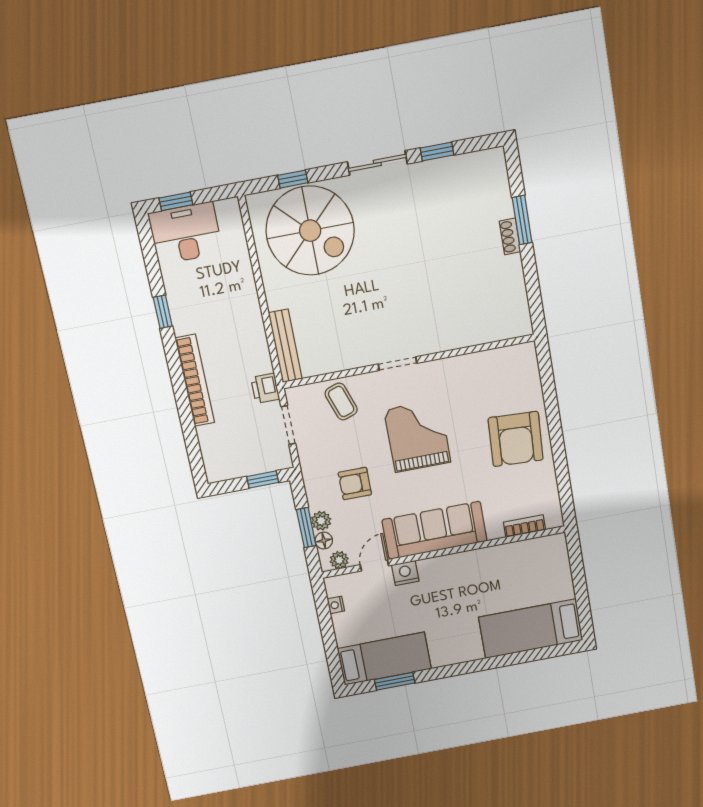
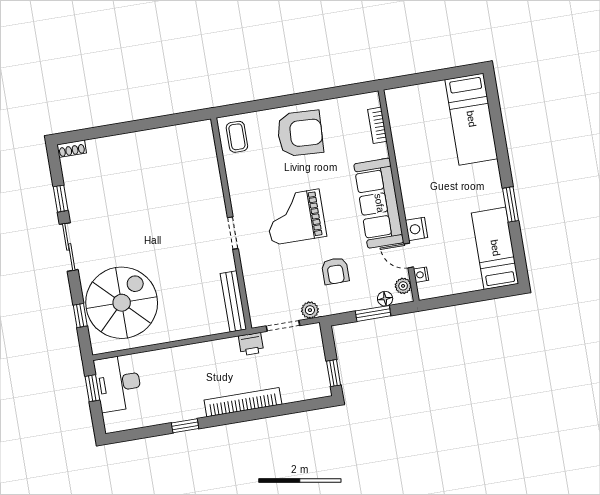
window: (176, 201) -> (92, 388), moved
window: (522, 220) -> (117, 129), removed
desk: (186, 233) -> (118, 383), moved
shoe rack: (510, 236) -> (72, 149), moved
bench: (285, 346) -> (233, 301), moved, turned 90
coffee table: (341, 402) -> (237, 137), moved, turned -71
window: (263, 480) -> (334, 373), moved
plant: (321, 521) -> (310, 310), moved
nightstand: (336, 605) -> (421, 275), moved, turned 90
window: (395, 681) -> (511, 204), moved

